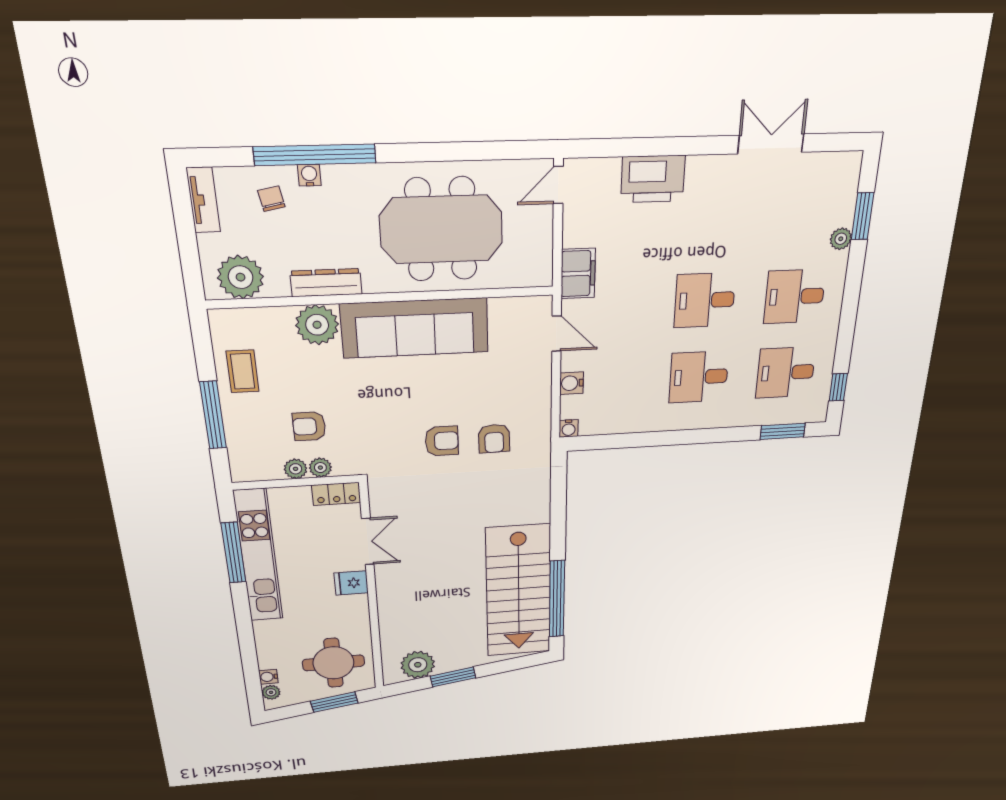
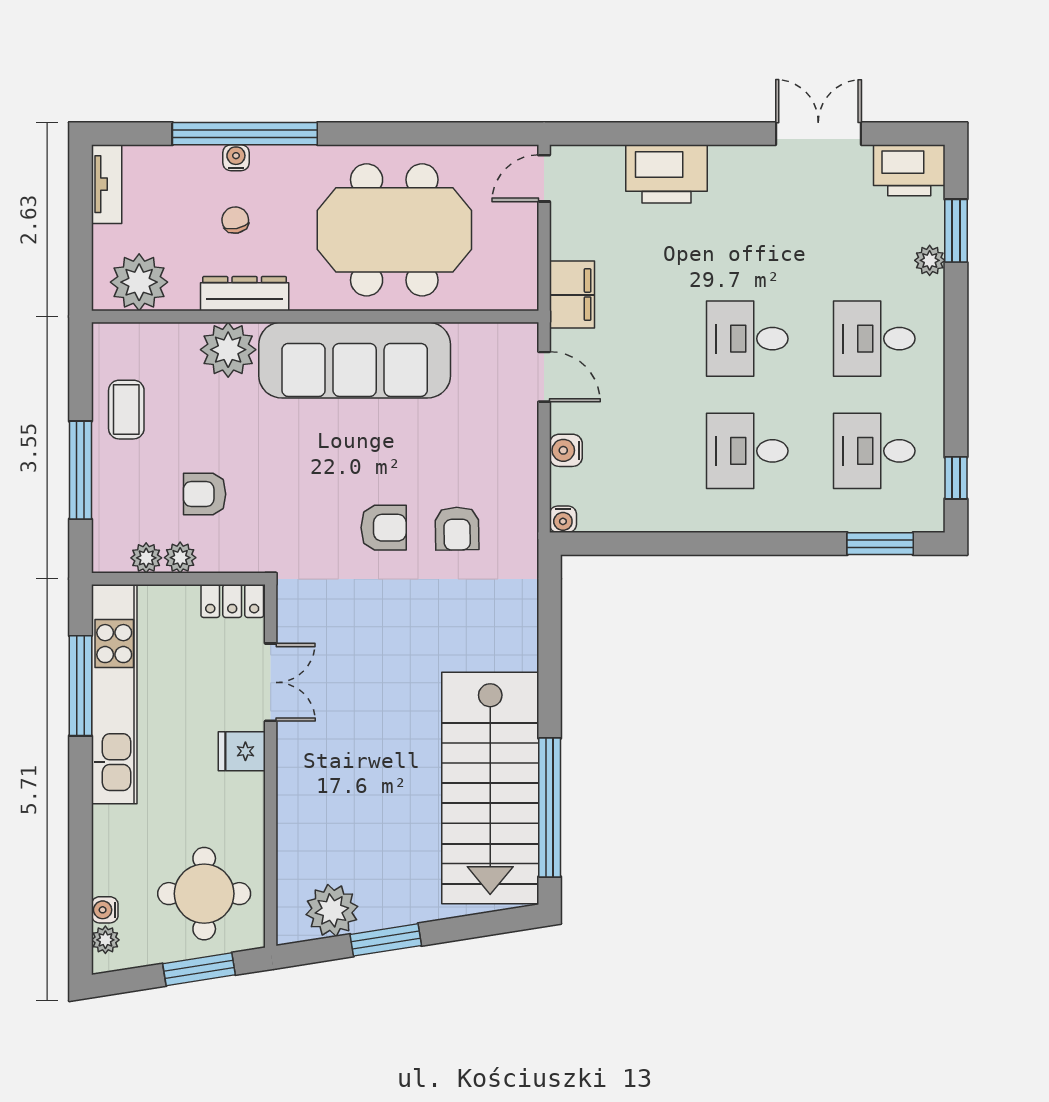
printer: (835, 171) -> (909, 170), added
chair: (271, 199) -> (235, 220), moved
plant: (320, 468) -> (146, 558), moved

